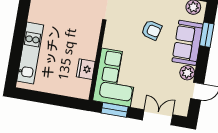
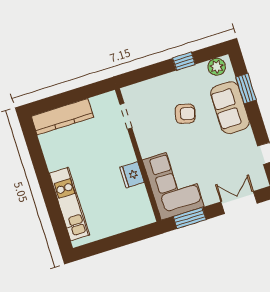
fridge: (86, 69) -> (132, 175), moved
plant: (187, 73) -> (246, 139), removed

